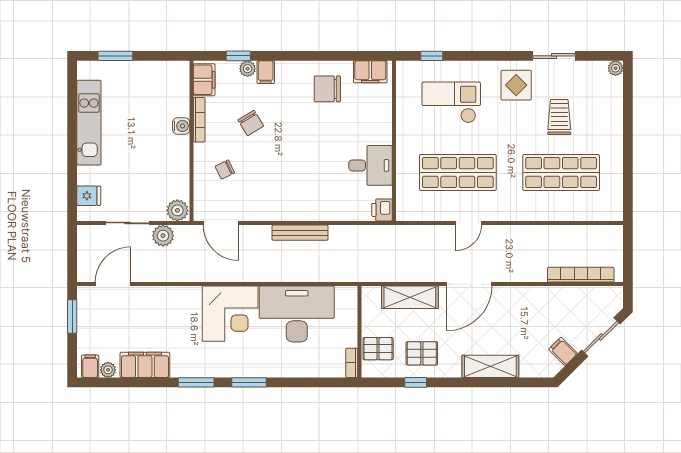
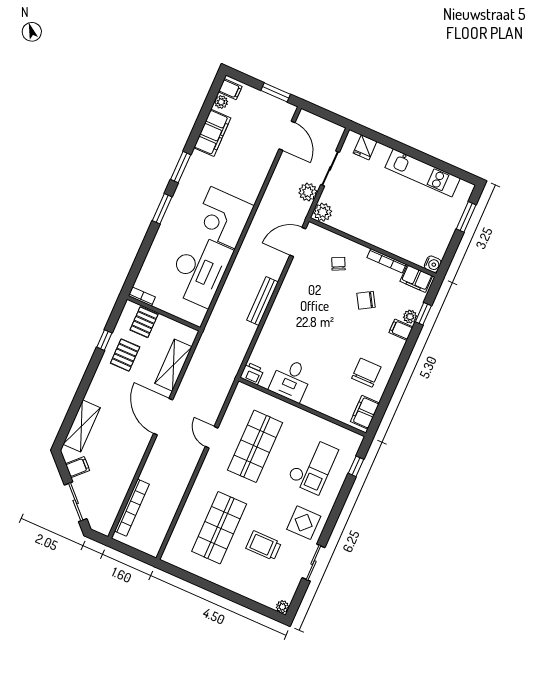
trolley: (559, 117) -> (264, 546), turned 180
water cooler: (181, 126) -> (433, 264), moved, turned -90
shelving: (490, 366) -> (82, 426), moved

